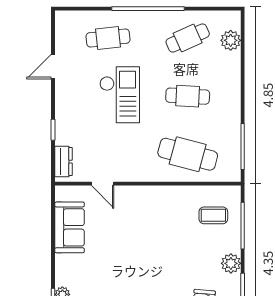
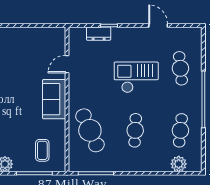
cafe table: (188, 38) -> (180, 130), turned 30
checkout: (120, 95) -> (136, 77), turned 180
cafe table: (188, 154) -> (90, 130), turned -39
dresser: (63, 162) -> (99, 34), moved
sofa: (70, 227) -> (54, 99), moved, turned 90

